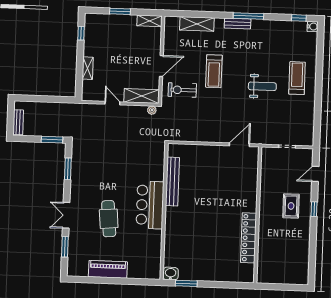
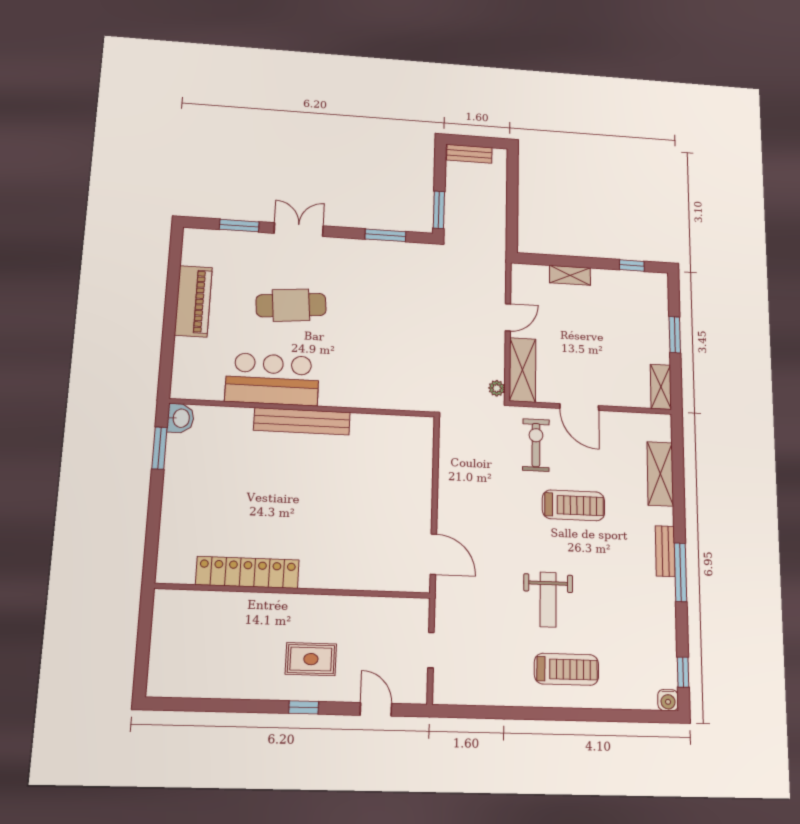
treadmill: (214, 71) -> (573, 505), turned 180
bench: (172, 182) -> (302, 421), moved
bar counter: (150, 205) -> (272, 379), moved

